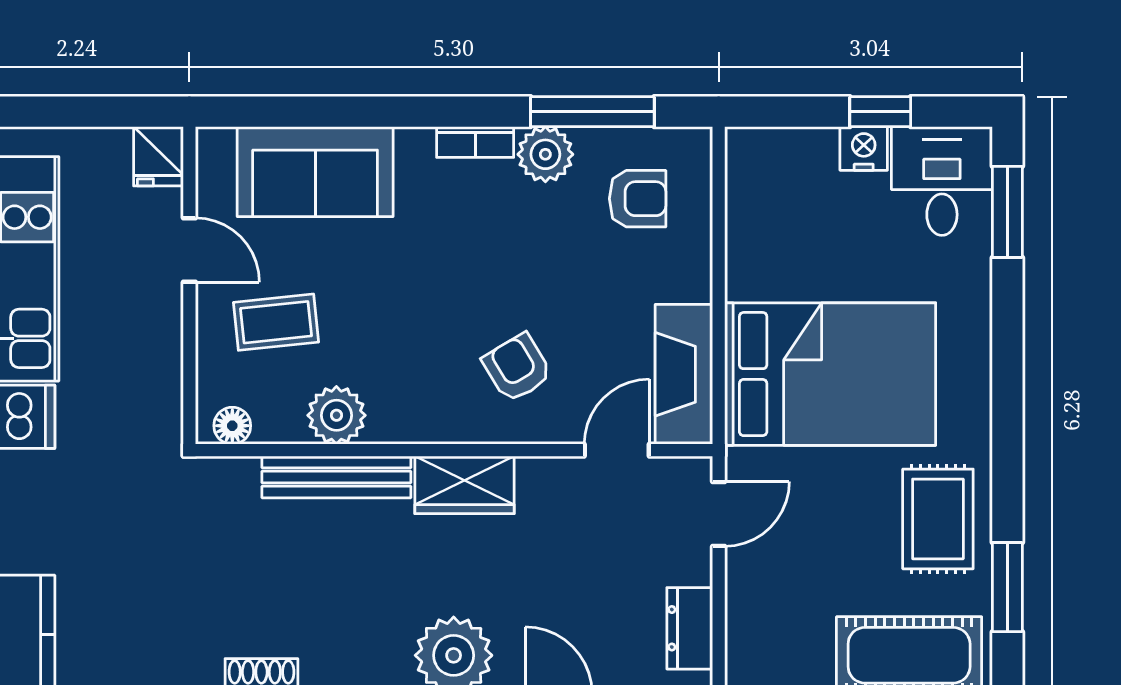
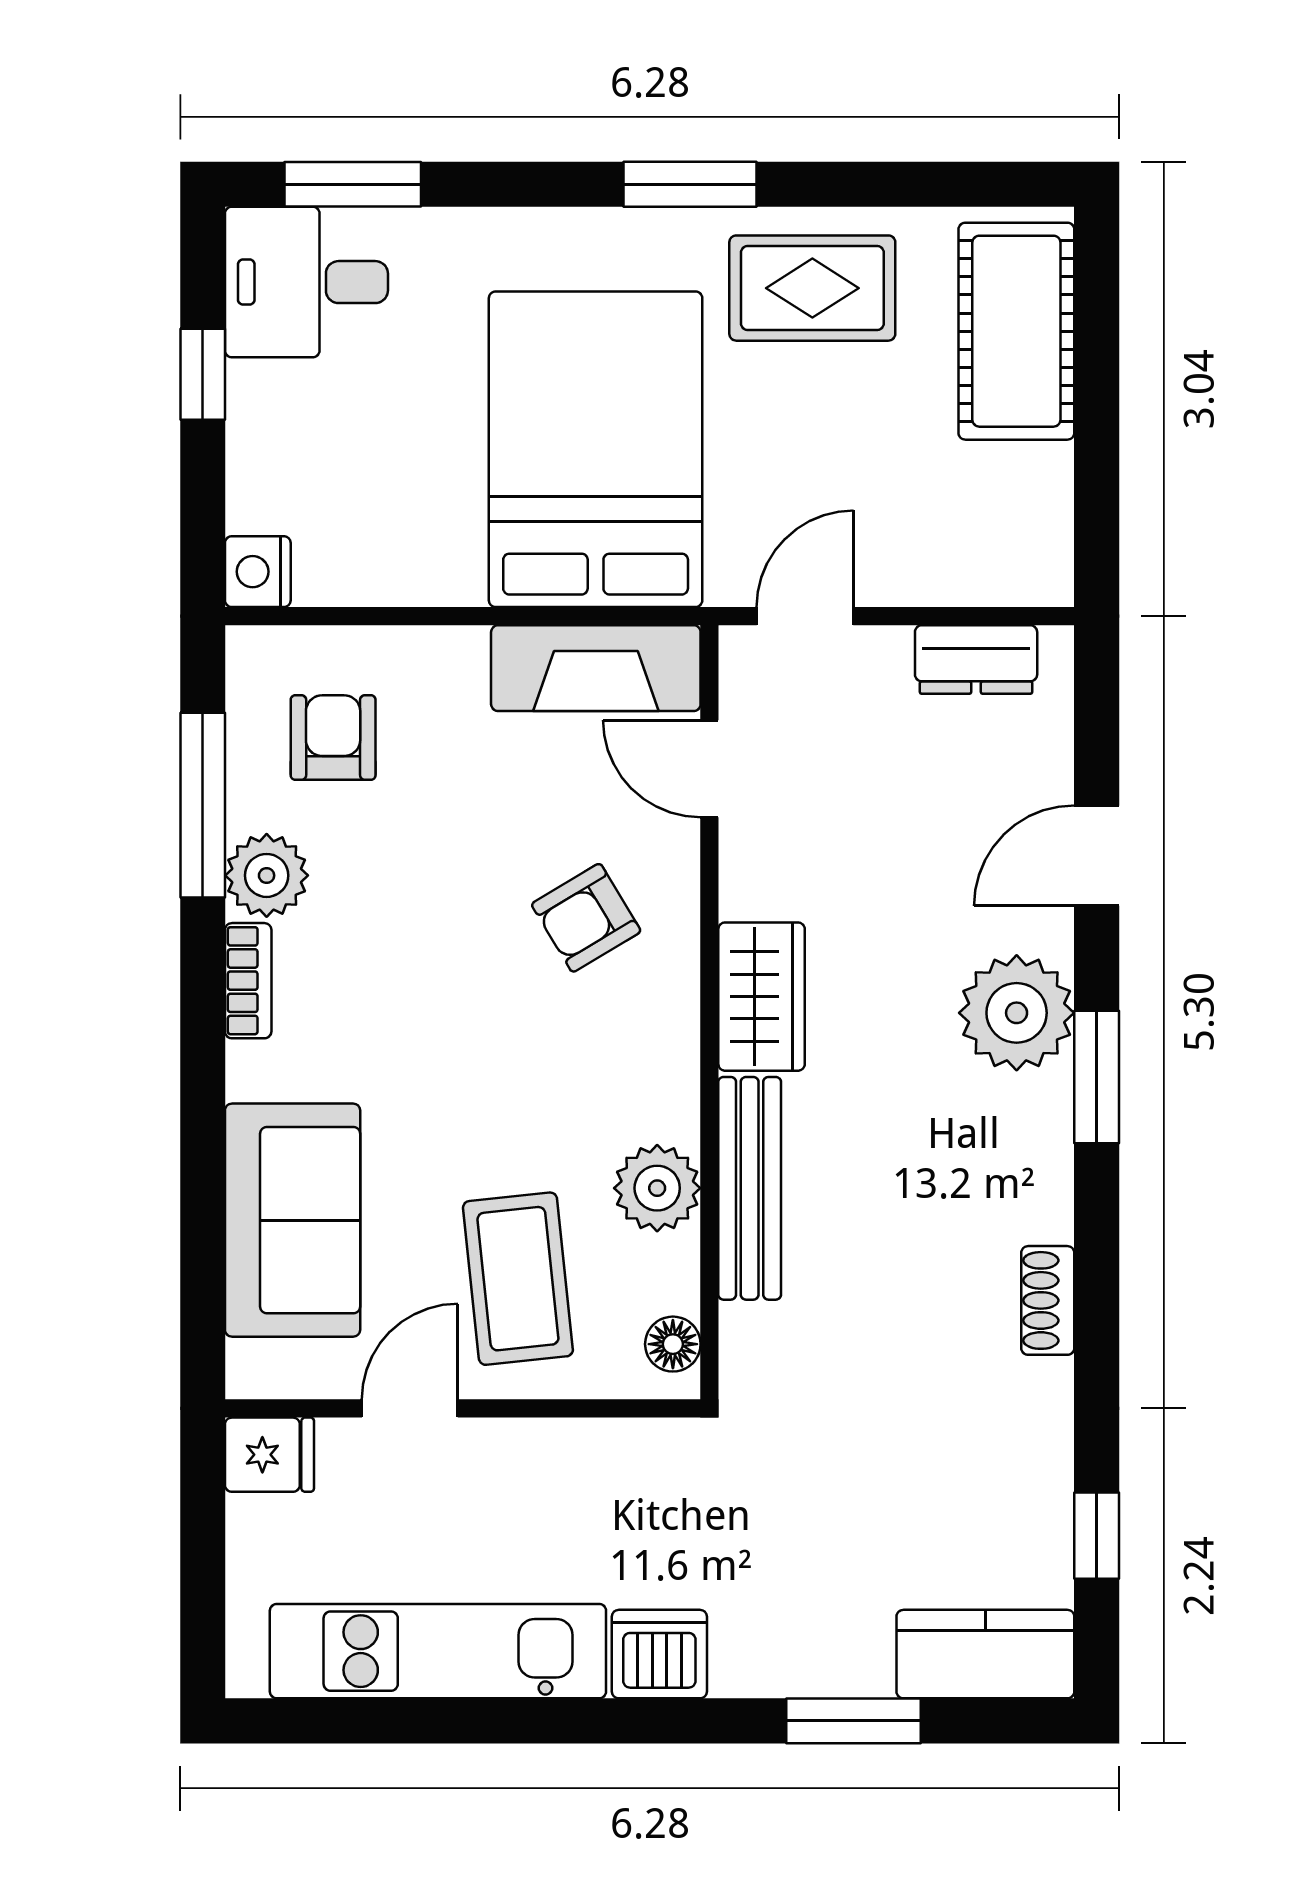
nightstand: (864, 148) -> (258, 572), moved
coffee table: (276, 322) -> (518, 1279), width x1.36, depth x1.30
door: (719, 514) -> (805, 616), hinge flipped
window: (1007, 587) -> (690, 184), moved

